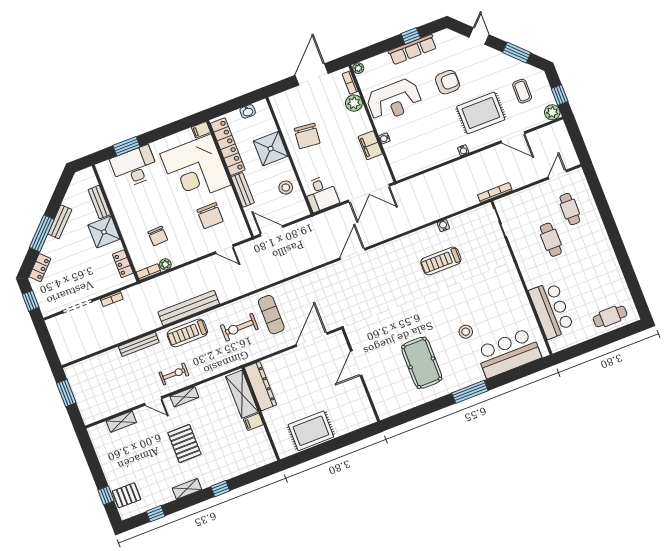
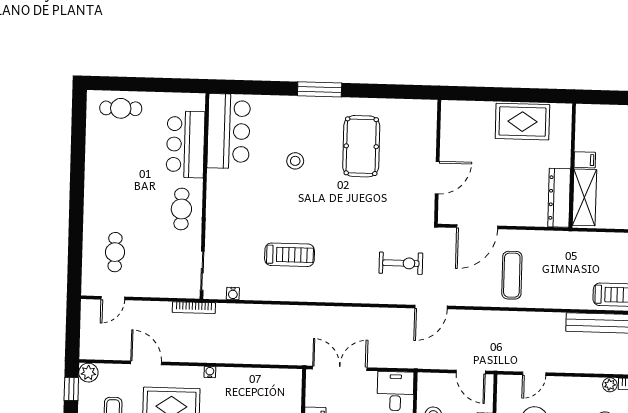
water cooler: (443, 226) -> (233, 293), moved
cafe table: (551, 240) -> (181, 209), moved
door: (224, 249) -> (534, 374), swing flipped
door: (353, 254) -> (431, 307), moved
exercise bike: (239, 327) -> (401, 263), moved
bar counter: (508, 353) -> (229, 131), moved, turned -90

